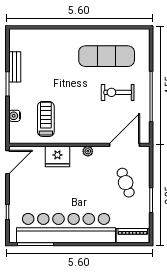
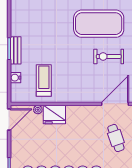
exercise mat: (107, 56) -> (99, 24), width x1.47
bench: (15, 67) -> (16, 50), moved
plant: (88, 151) -> (38, 110), moved

